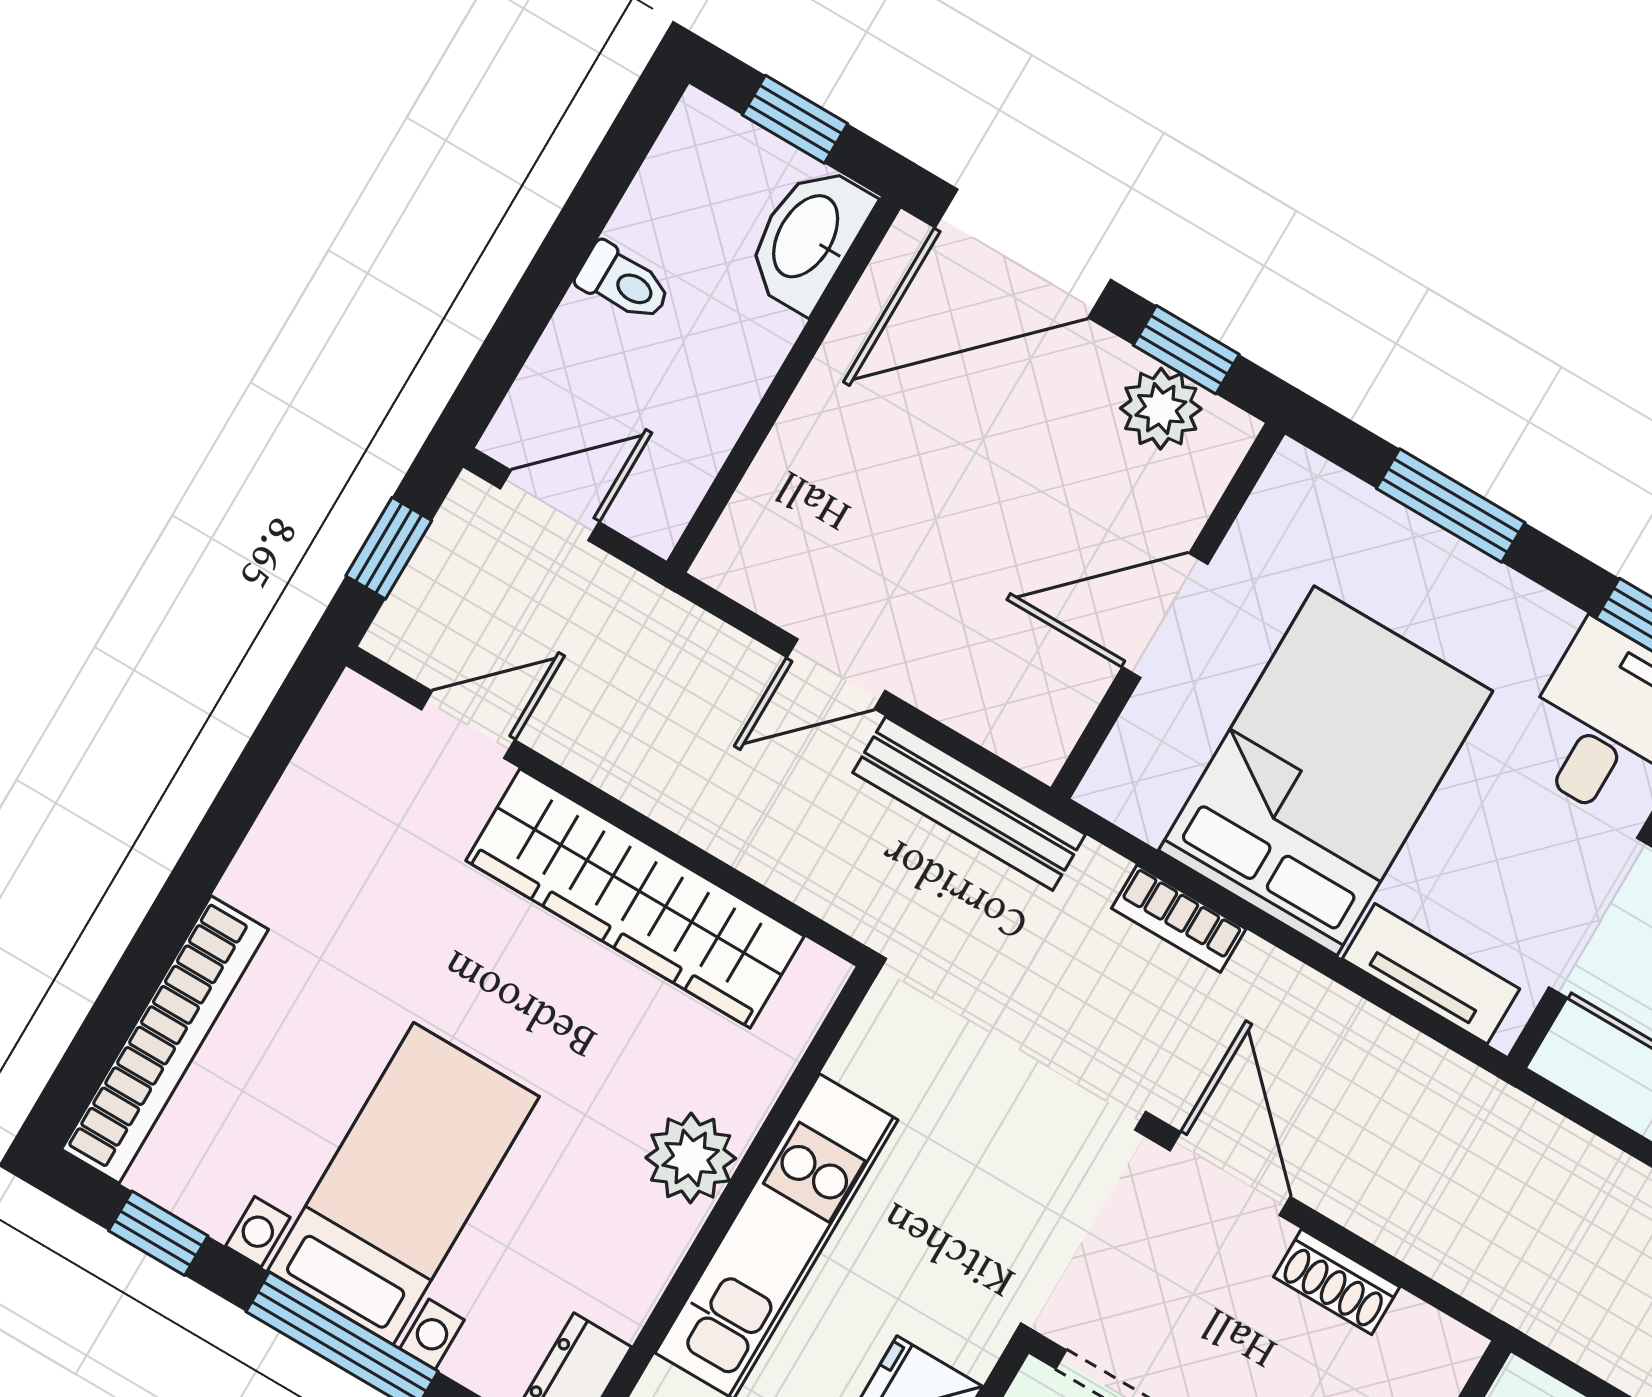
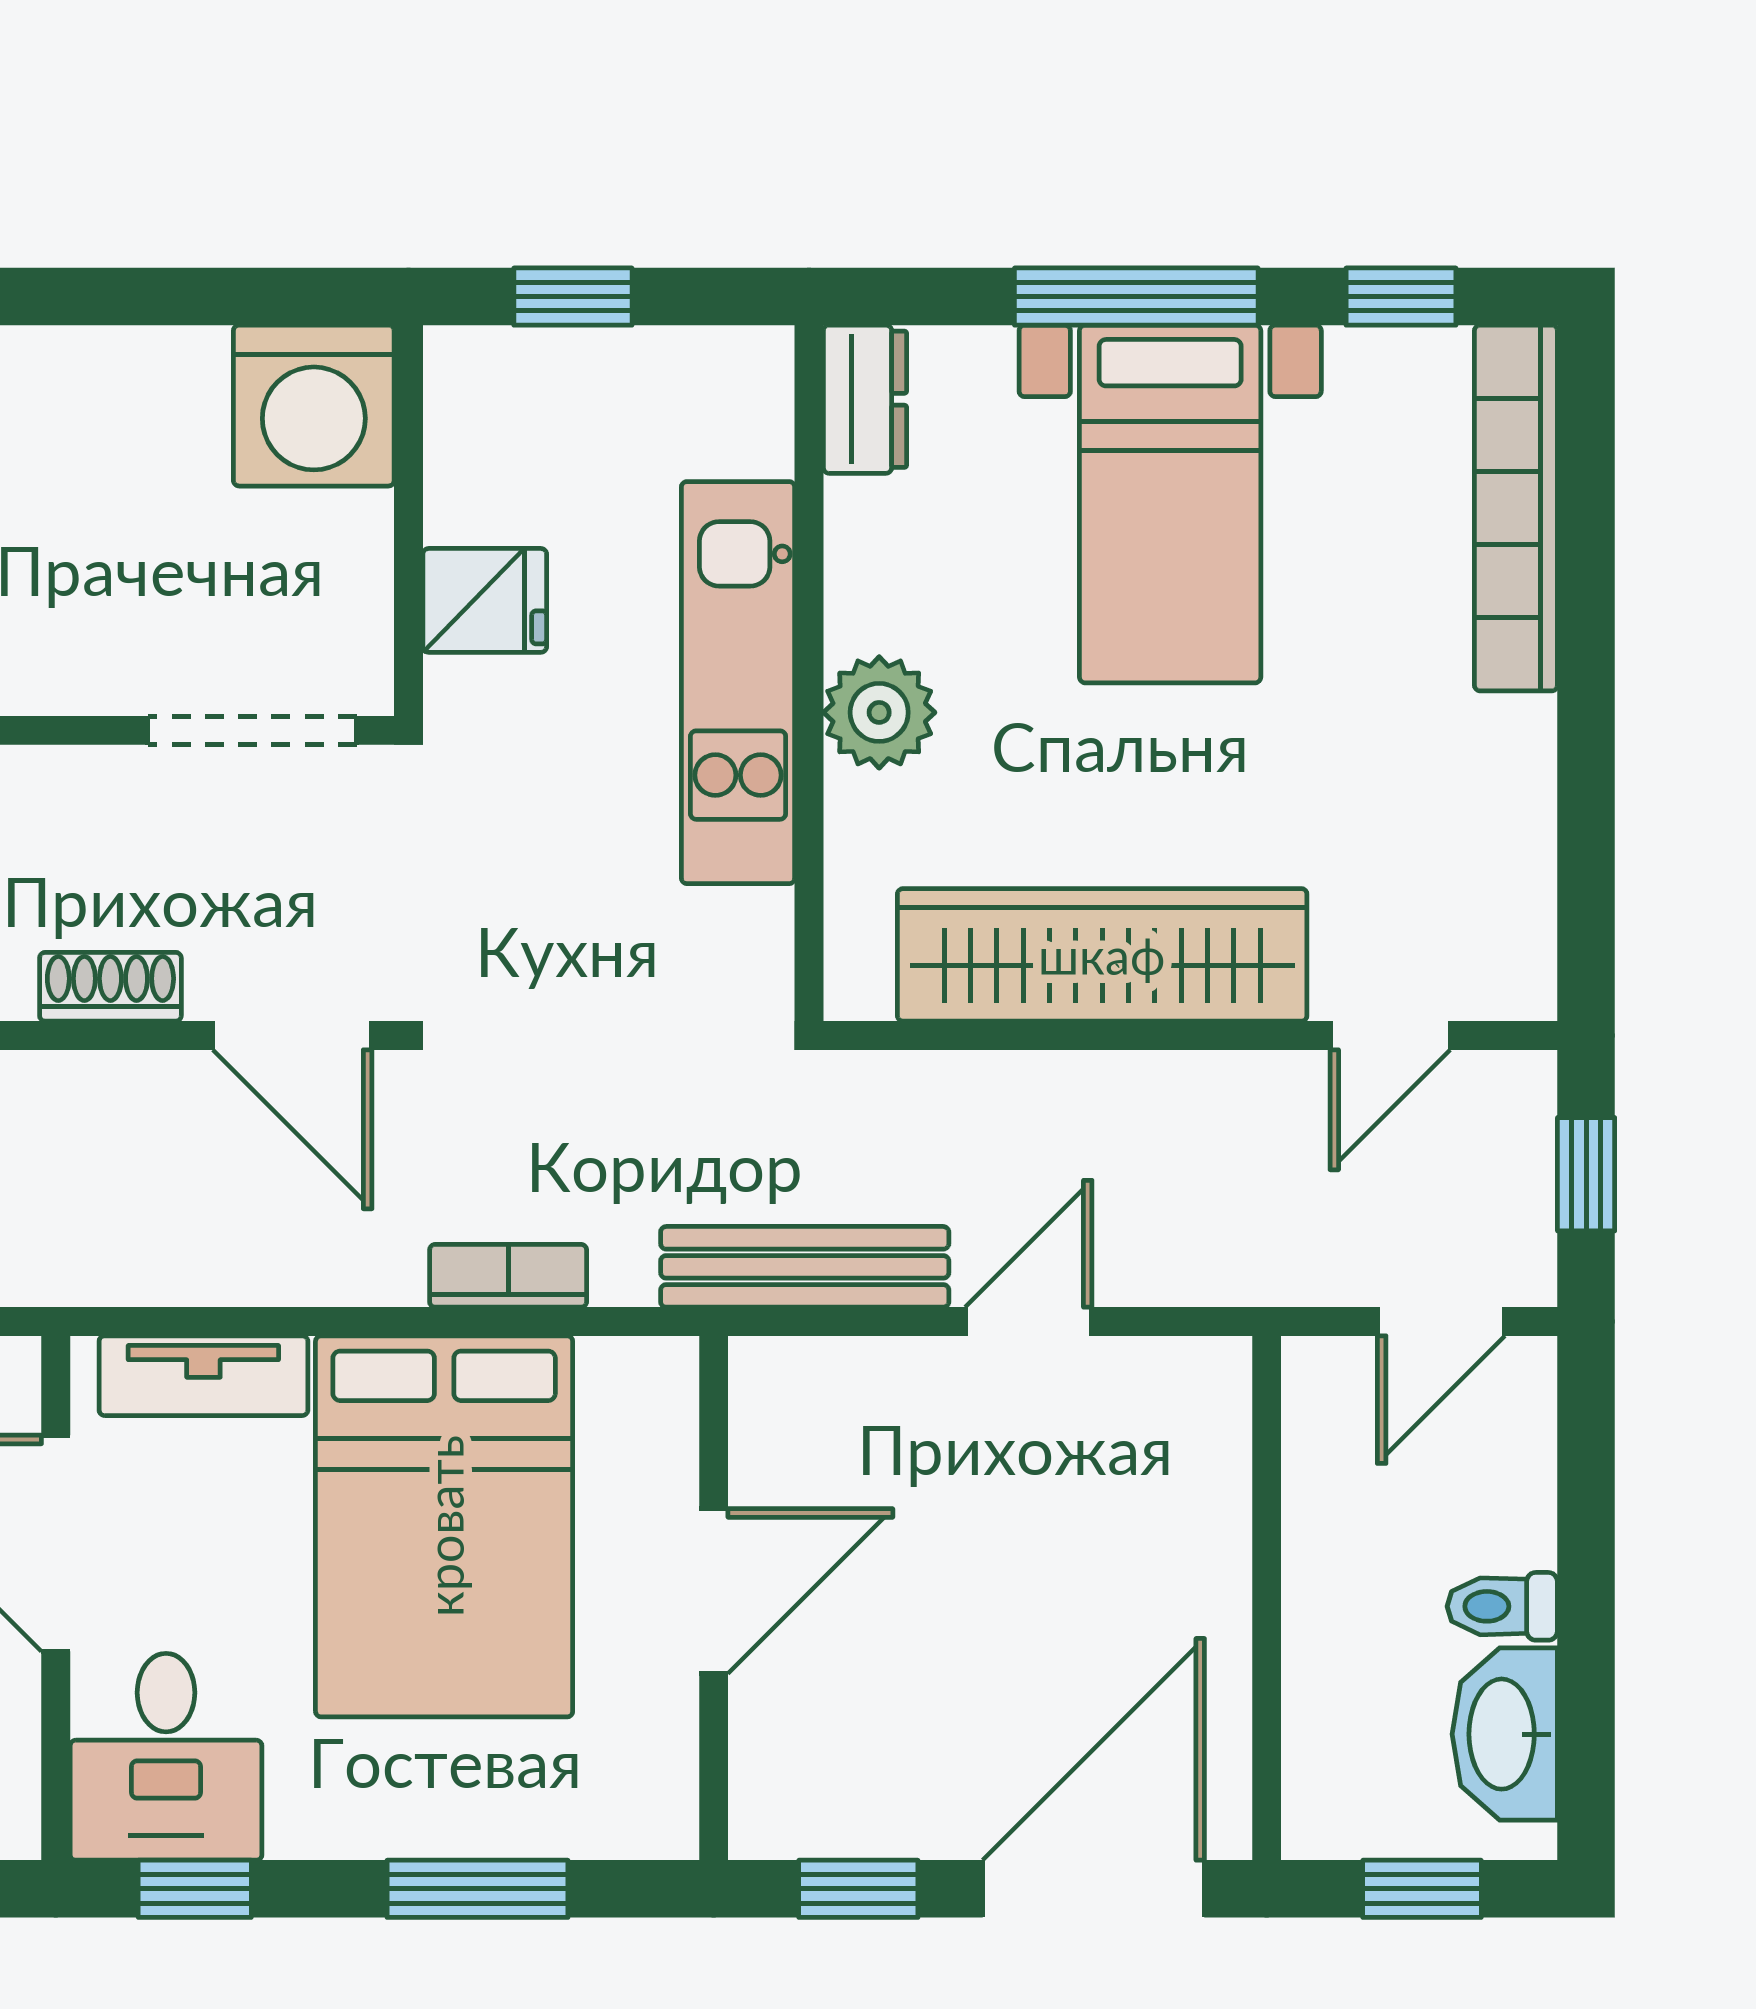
washbasin: (808, 238) -> (1505, 1734), moved, turned 180
plant: (1161, 409) -> (848, 1810), removed

